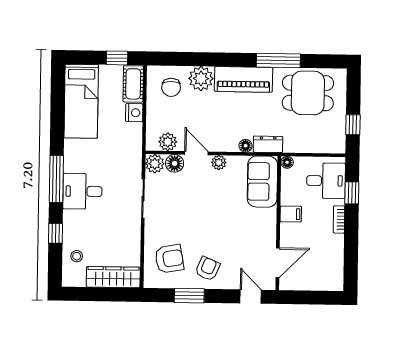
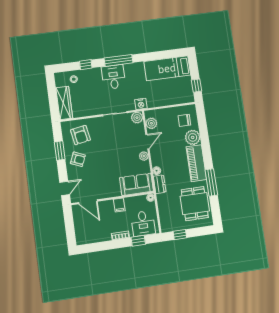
cot: (133, 84) -> (183, 97), removed
nightstand: (134, 113) -> (141, 104), moved
floor lamp: (175, 163) -> (139, 129), removed

